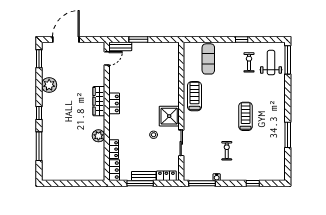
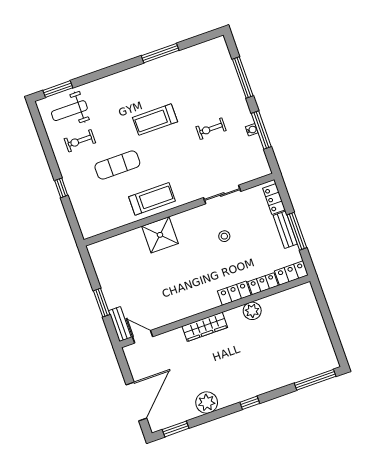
door: (66, 39) -> (136, 402), swing flipped
window: (242, 39) -> (61, 188), moved
exercise mat: (208, 59) -> (117, 165), moved
window: (288, 60) -> (58, 89), width x0.69
treadmill: (195, 96) -> (152, 199), turned 180
locker: (114, 103) -> (234, 293), moved
shower: (169, 116) -> (160, 235), moved
window: (39, 146) -> (315, 380), moved
window: (202, 183) -> (261, 130), moved
window: (253, 183) -> (243, 77), width x2.17

